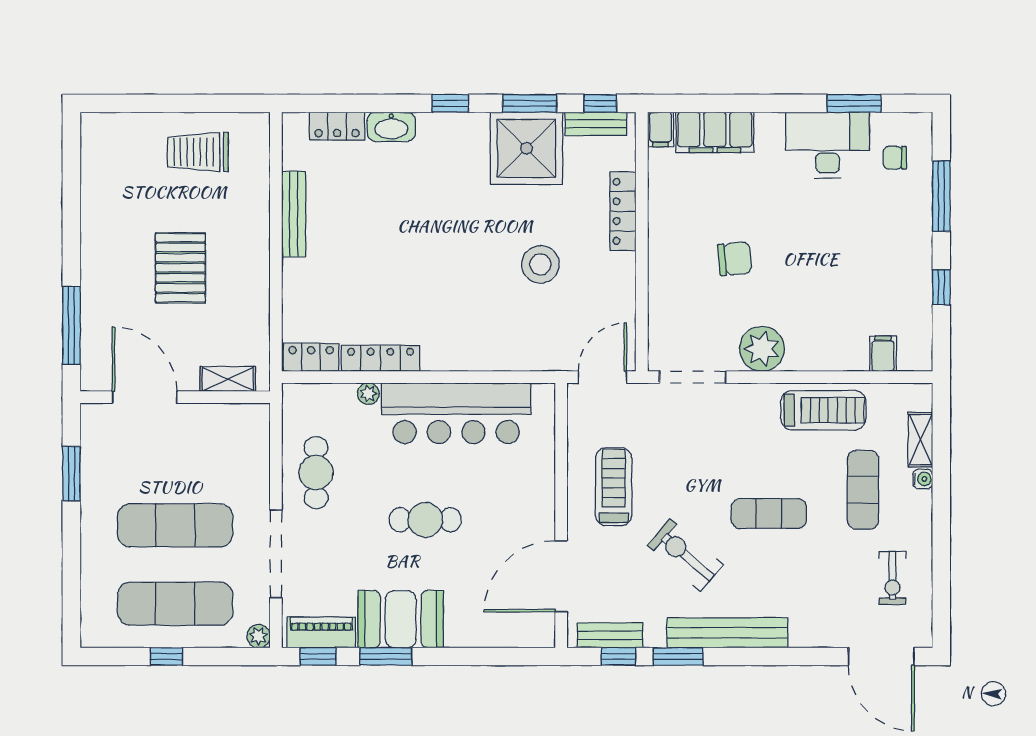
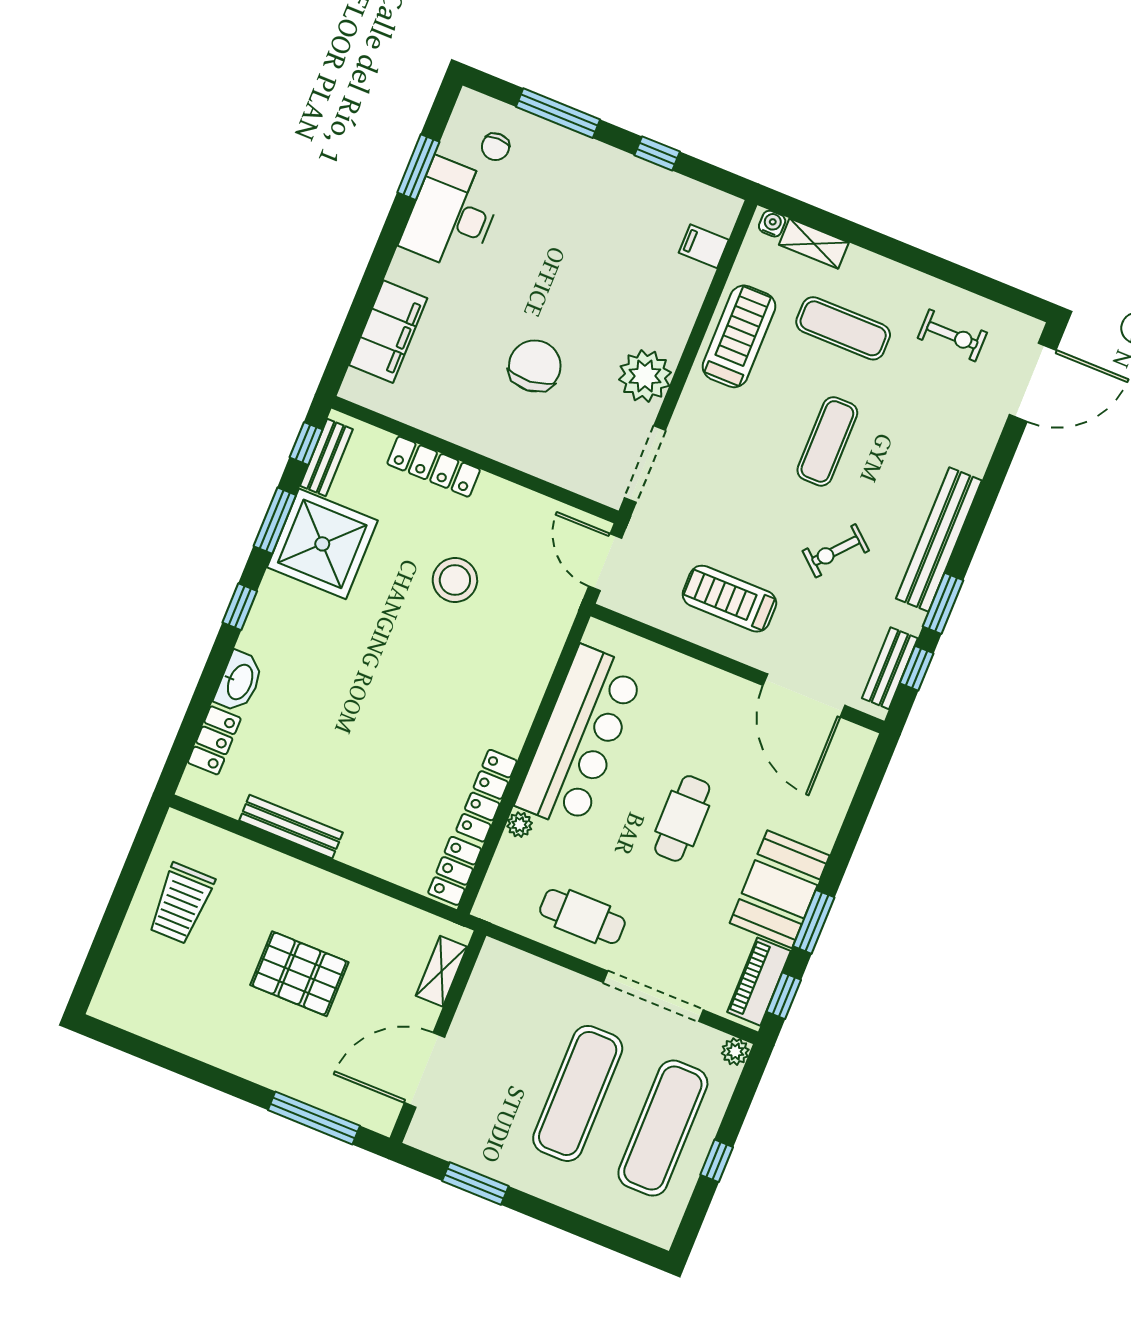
filing cabinet: (660, 129) -> (361, 389), removed
chair: (735, 259) -> (535, 366), width x1.37, depth x1.37
water cooler: (923, 479) -> (772, 224), moved
exercise bike: (685, 555) -> (836, 551), width x0.73, depth x0.72

